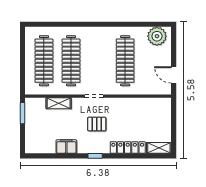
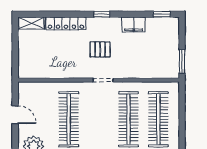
door: (174, 75) -> (15, 115), moved
shelving: (59, 103) -> (142, 72), removed
window: (41, 156) -> (162, 14), added

